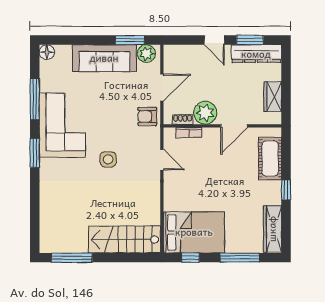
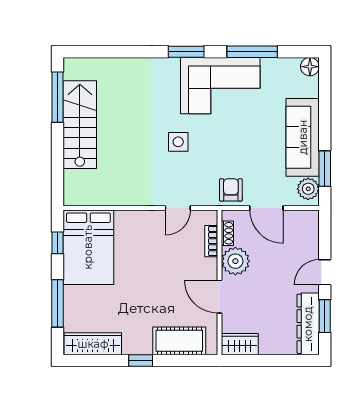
wardrobe: (273, 97) -> (240, 344), moved
stairs: (125, 239) -> (80, 125), moved

